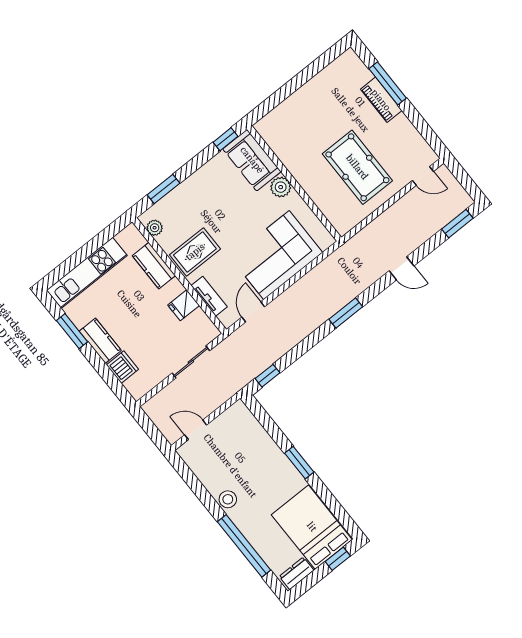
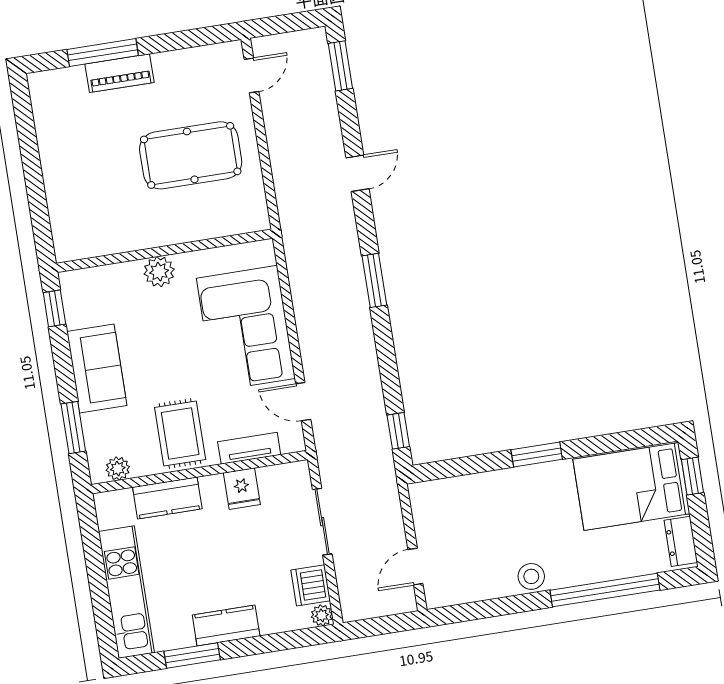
sofa: (252, 160) -> (97, 369), moved, turned -90
dishwasher: (122, 367) -> (311, 585), moved, turned -90
plant: (137, 392) -> (322, 615), added

